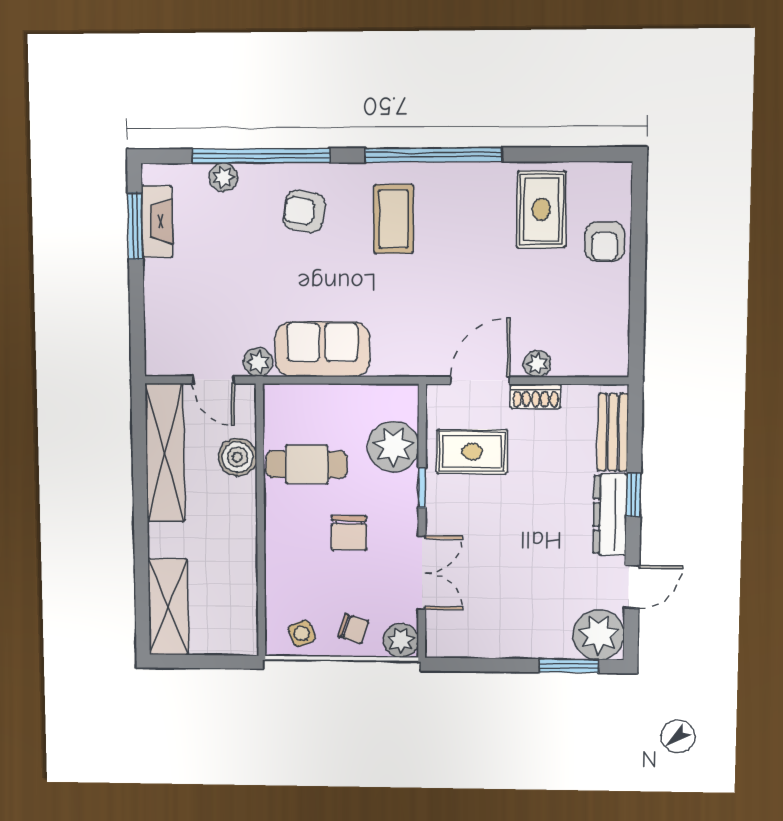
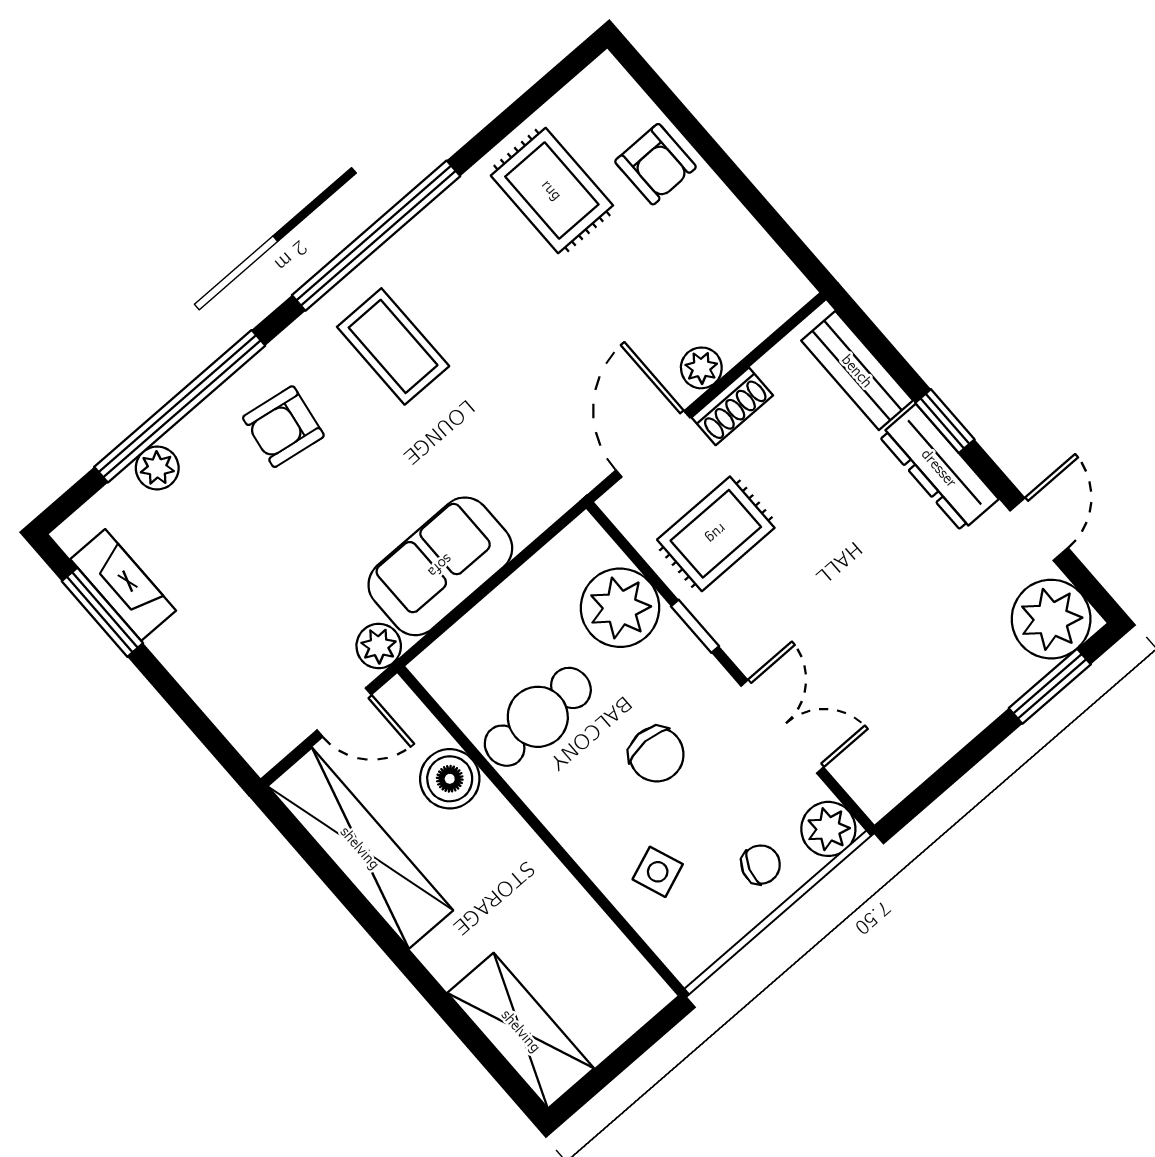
side table: (302, 633) -> (658, 872), moved

